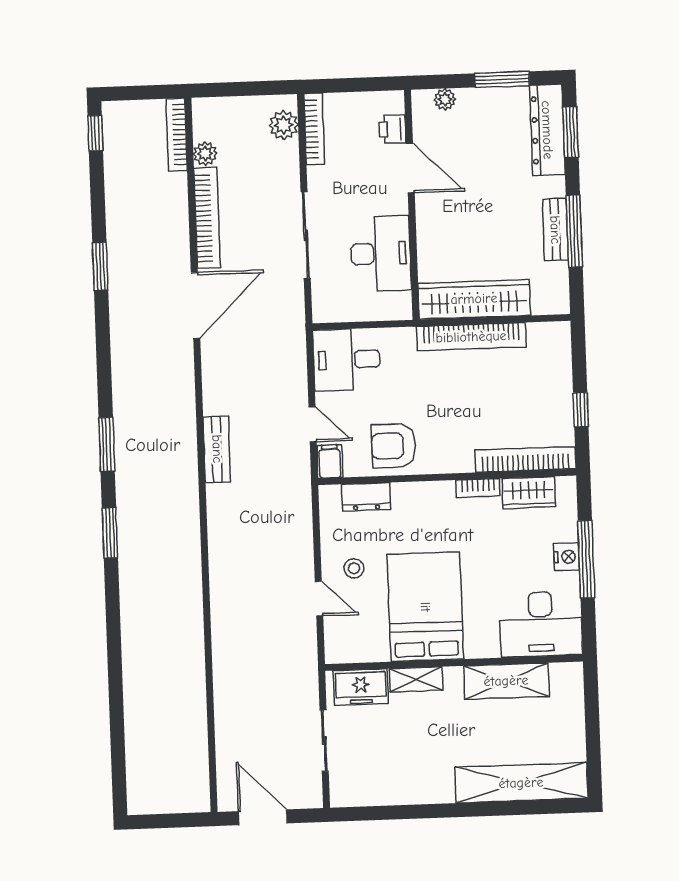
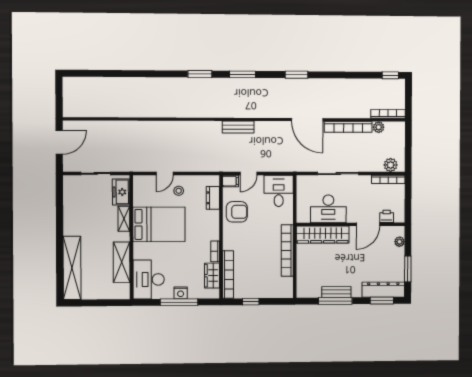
window: (100, 266) -> (297, 75), moved
wardrobe: (474, 299) -> (323, 235), moved, turned 90
armchair: (394, 446) -> (237, 212), turned 90

